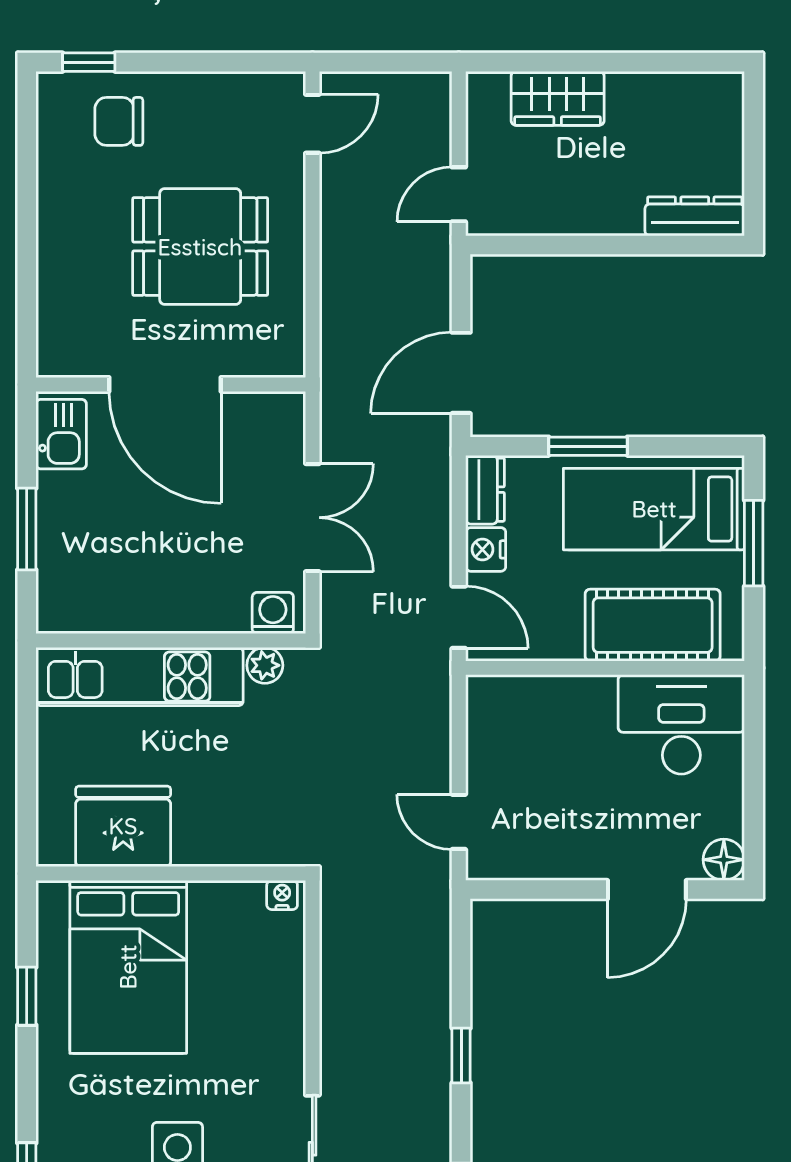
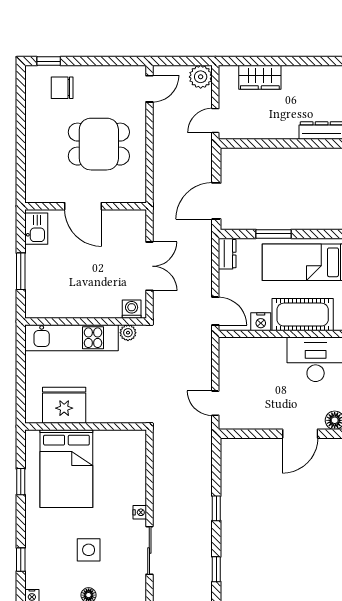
plant: (426, 97) -> (201, 77), added
door: (165, 384) -> (83, 206), width x0.73
nightstand: (486, 549) -> (261, 322), moved, turned -90
nightstand: (282, 895) -> (140, 512), moved, turned 90

